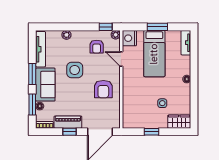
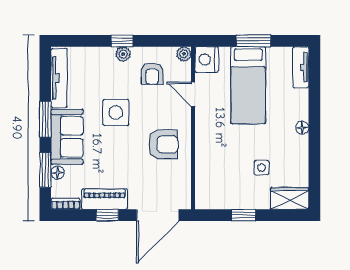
window: (106, 27) -> (122, 41), moved
plant: (66, 35) -> (123, 54), moved
armchair: (103, 89) -> (163, 144), turned -90

